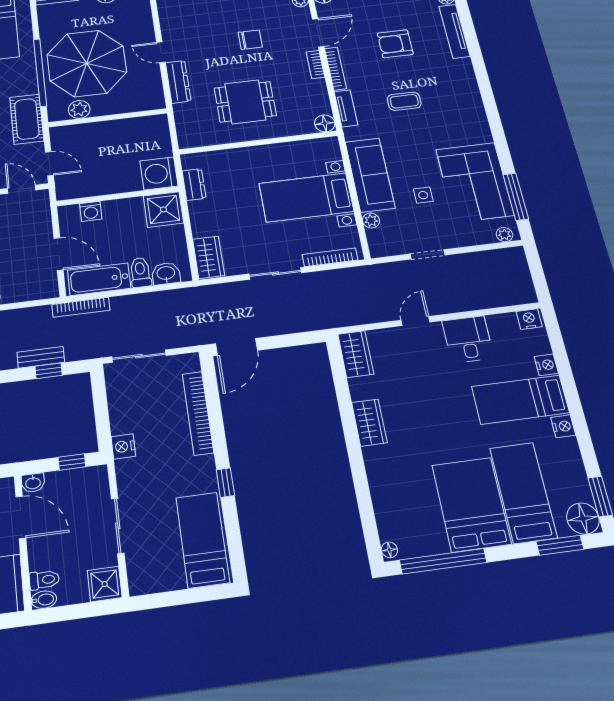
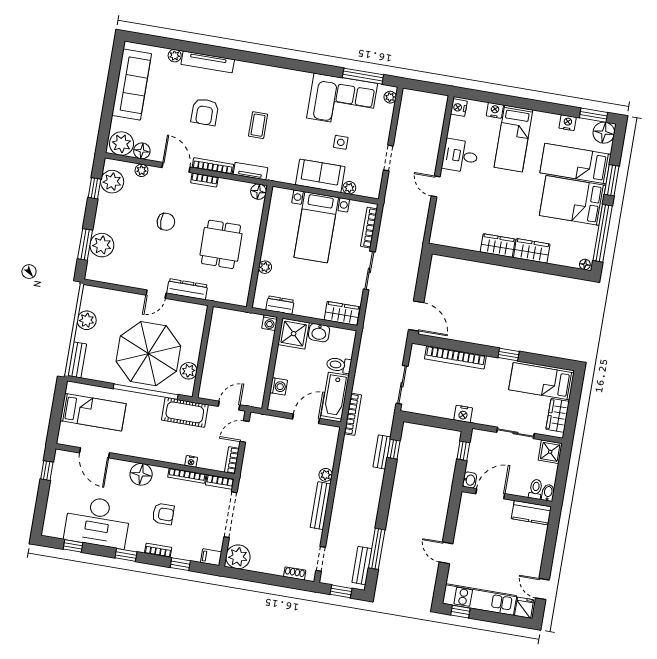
chair: (250, 40) -> (166, 222), turned 90
plant: (235, 155) -> (265, 267), added
washing machine: (159, 173) -> (270, 323), width x0.53, depth x0.53
sofa: (370, 175) -> (320, 176), width x0.73
washbasin: (166, 274) -> (319, 333), moved, turned -90
wardrobe: (356, 354) -> (532, 251), moved
nightstand: (563, 426) -> (568, 123), moved
window: (560, 545) -> (612, 180), moved
wardrobe: (161, 578) -> (558, 415), added

